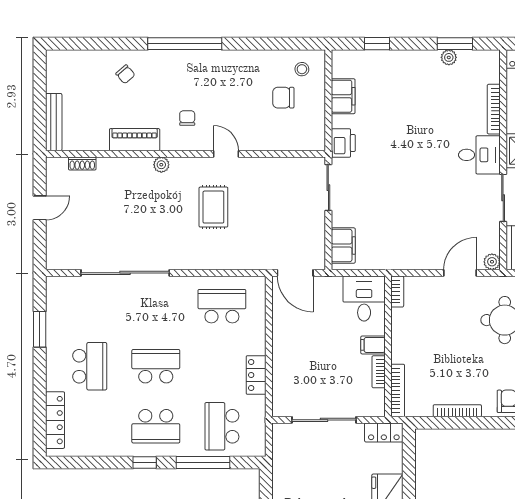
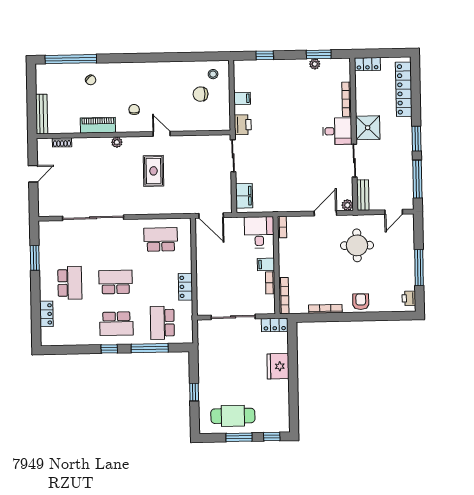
window: (185, 44) -> (71, 59), moved
filing cabinet: (343, 96) -> (242, 98), width x0.50
locker: (55, 420) -> (46, 314), width x0.66

